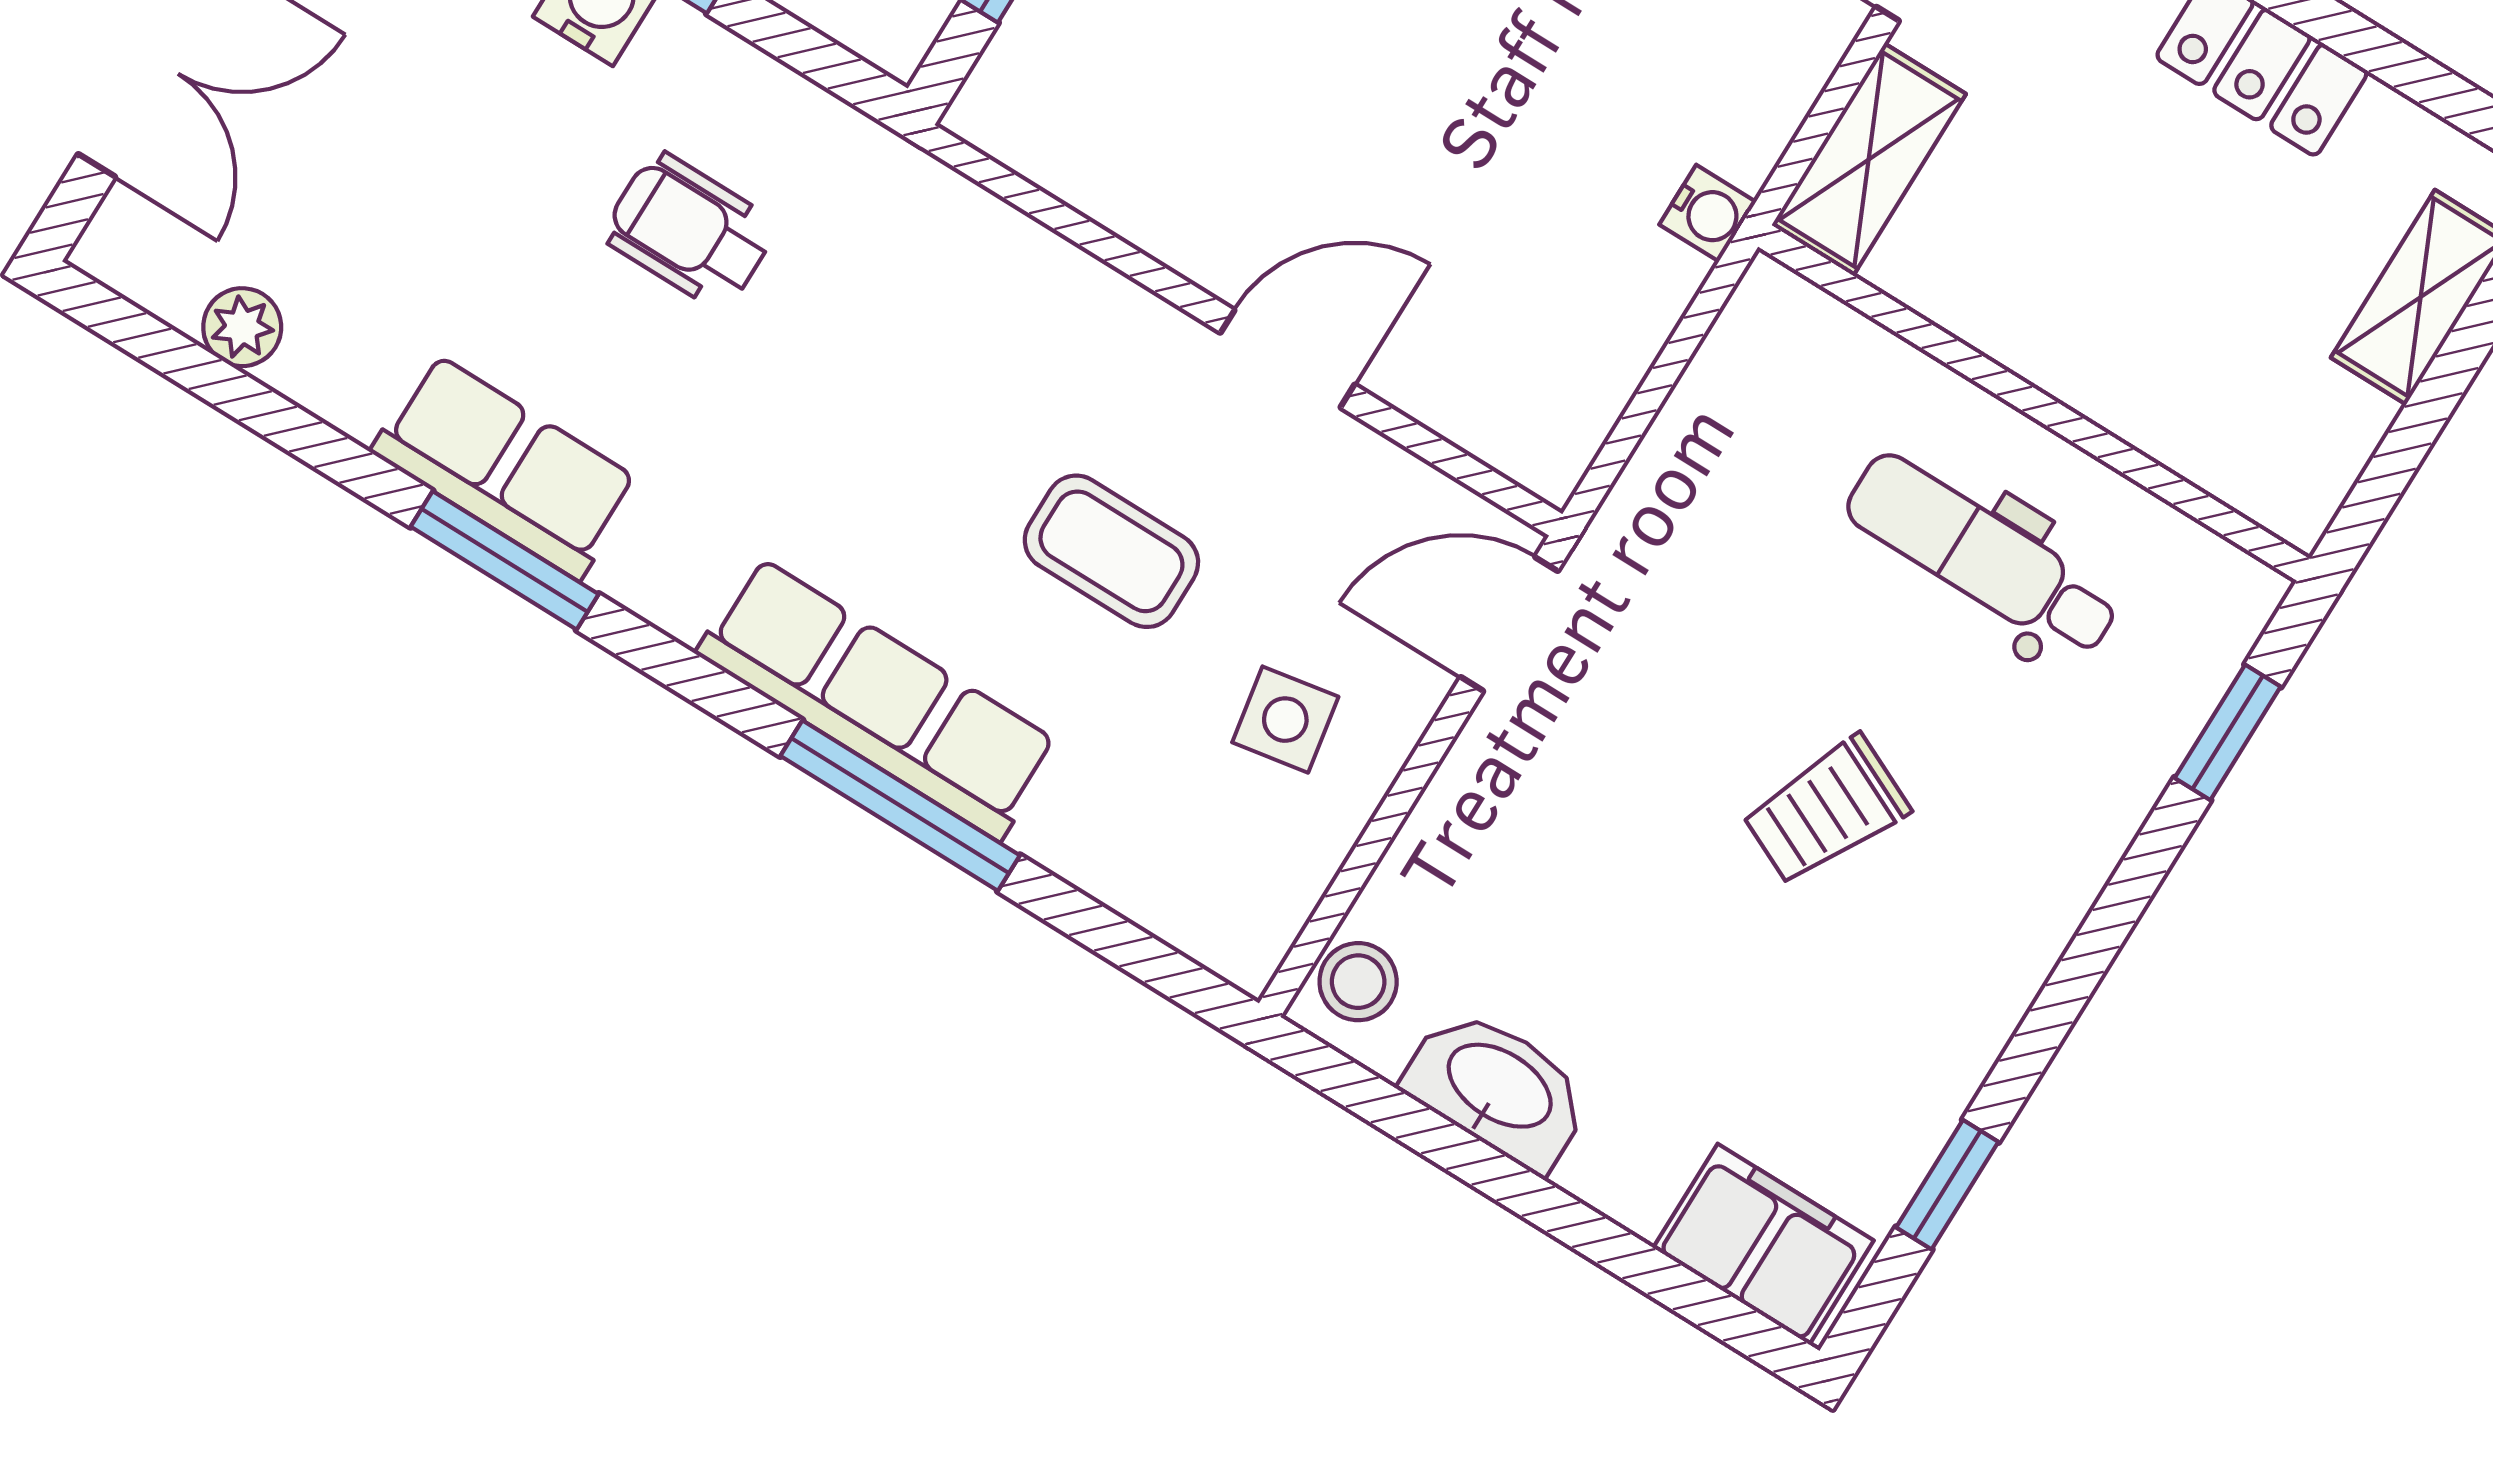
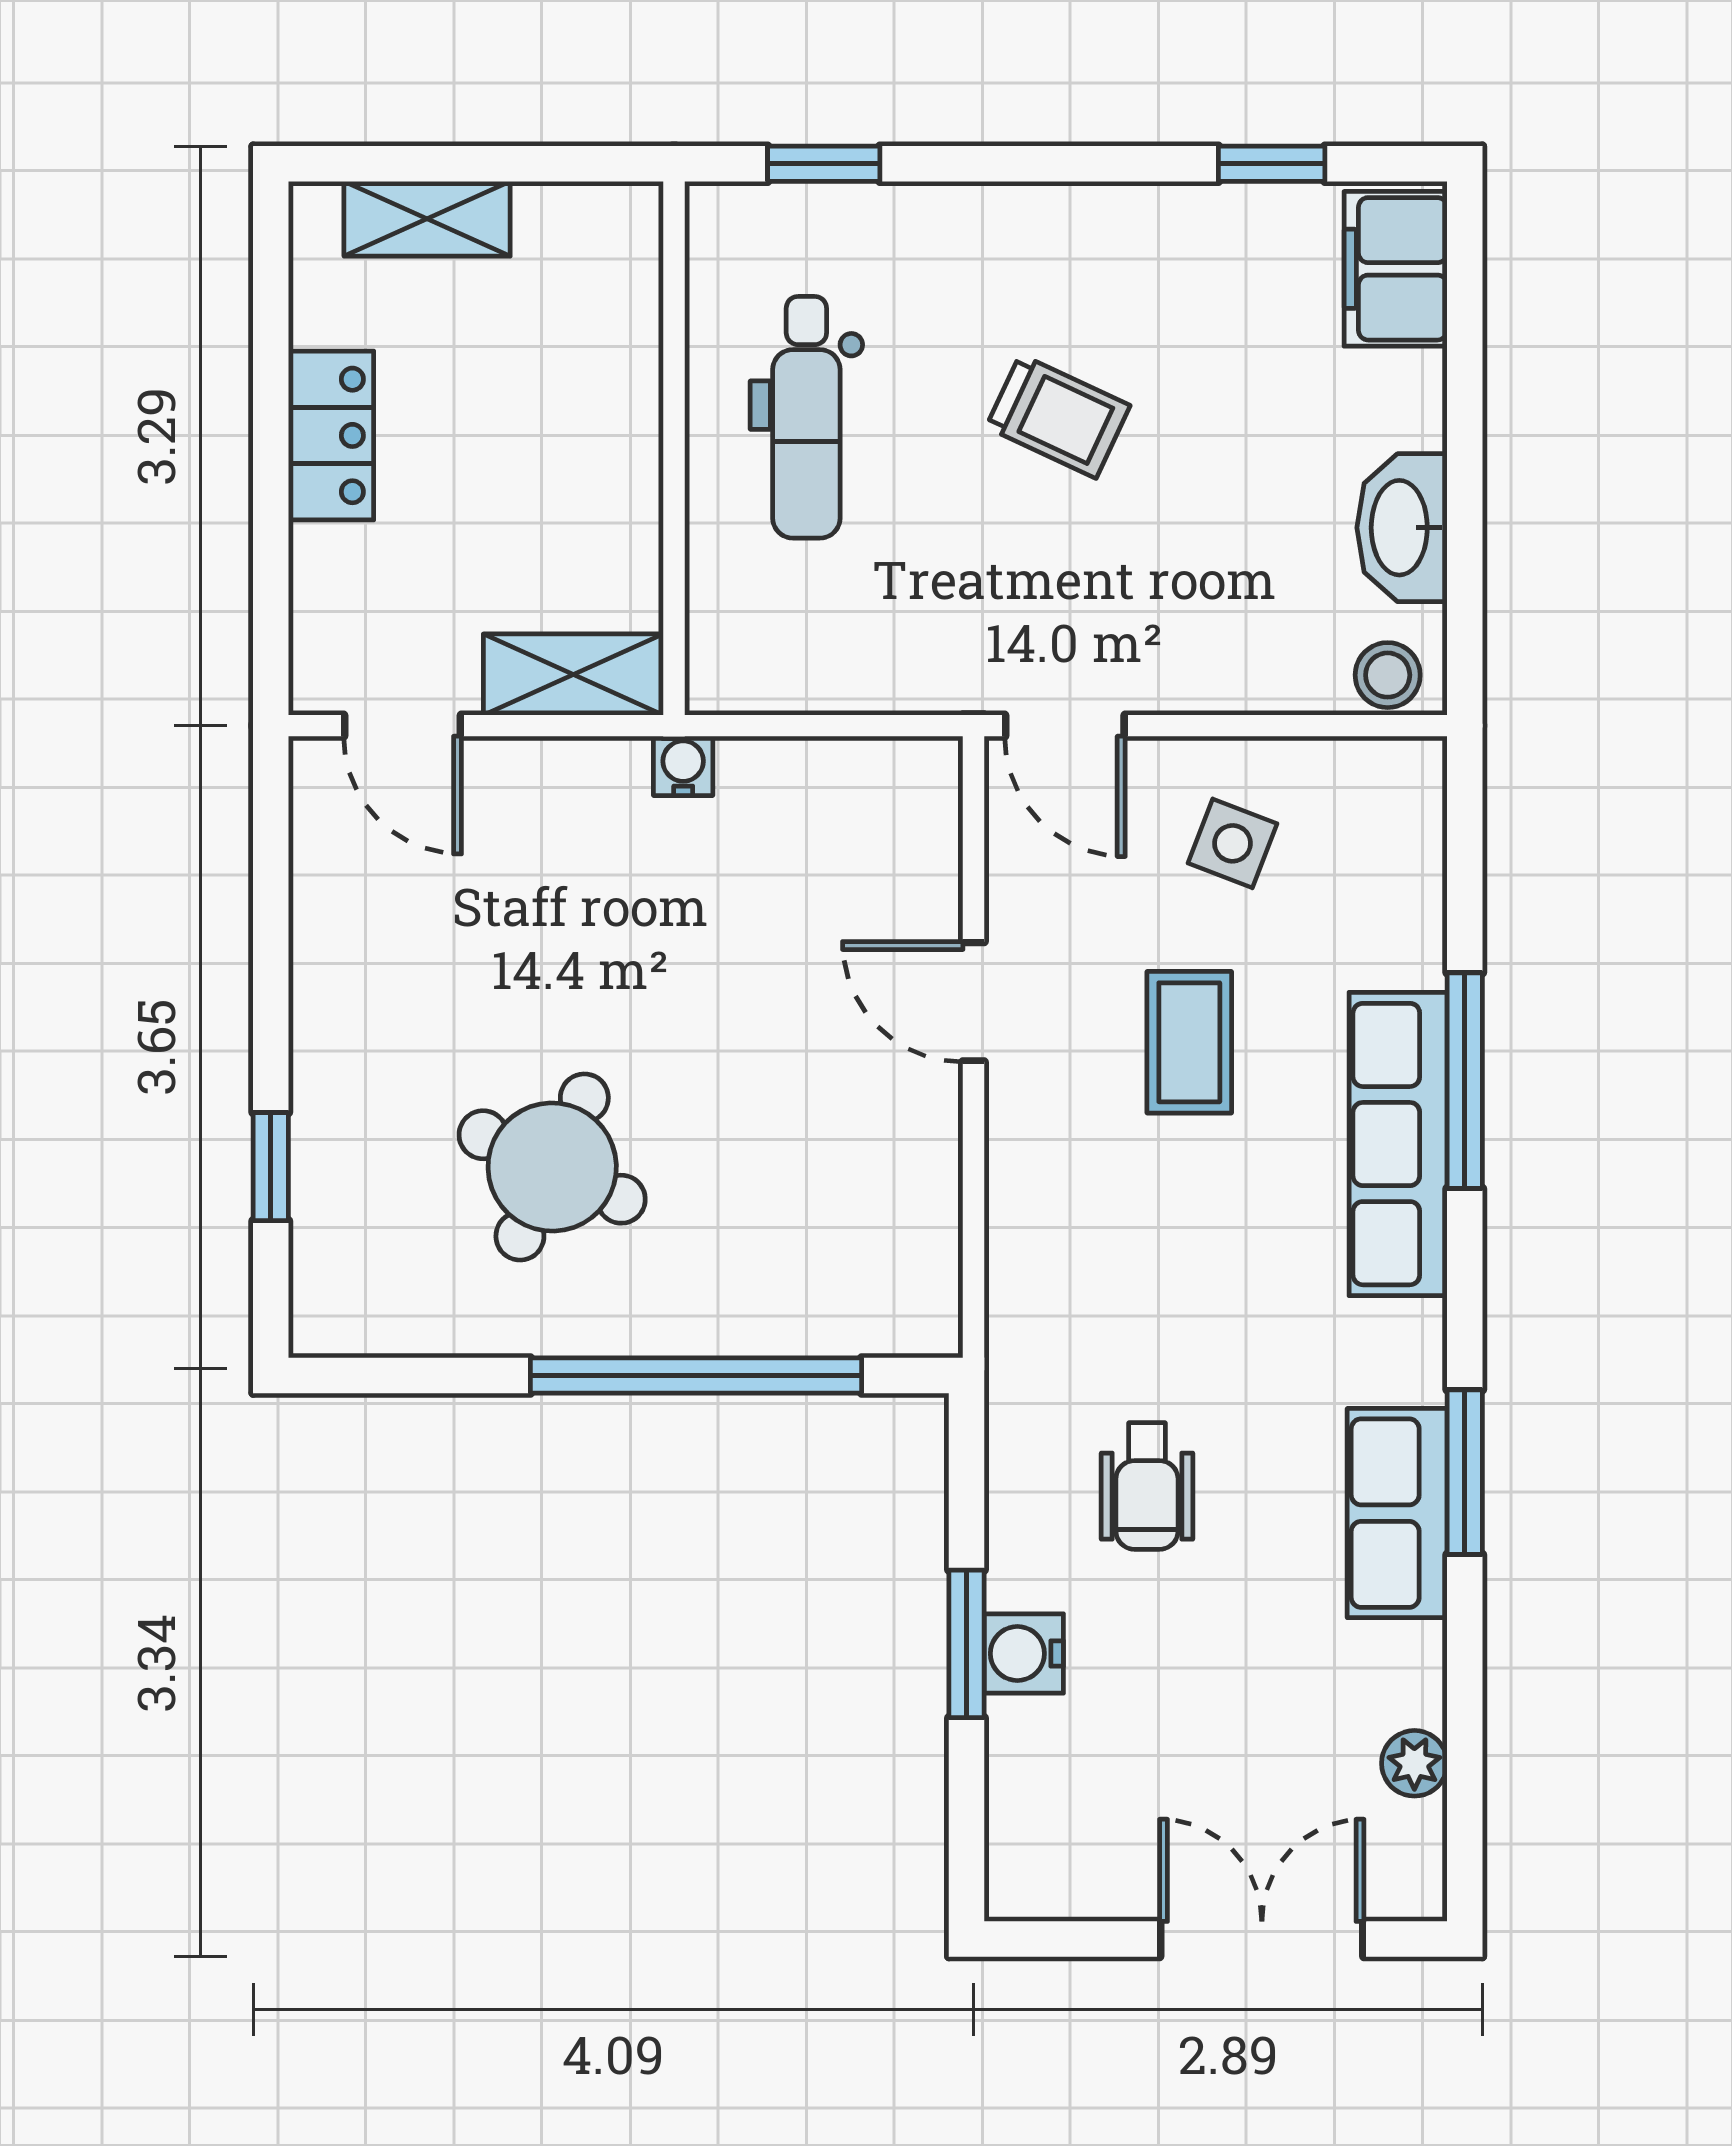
side table: (1285, 720) -> (1232, 843), turned 31

